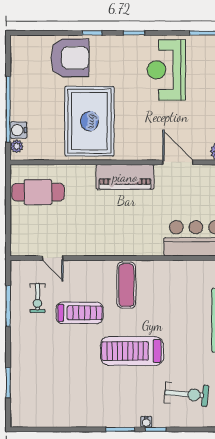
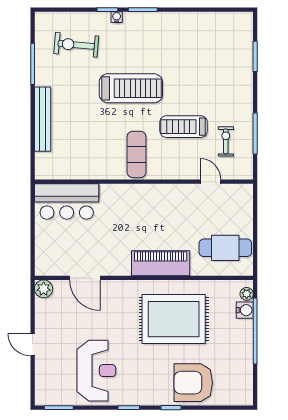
rug: (89, 121) -> (174, 319), turned 90
piano: (125, 177) -> (161, 263), moved

